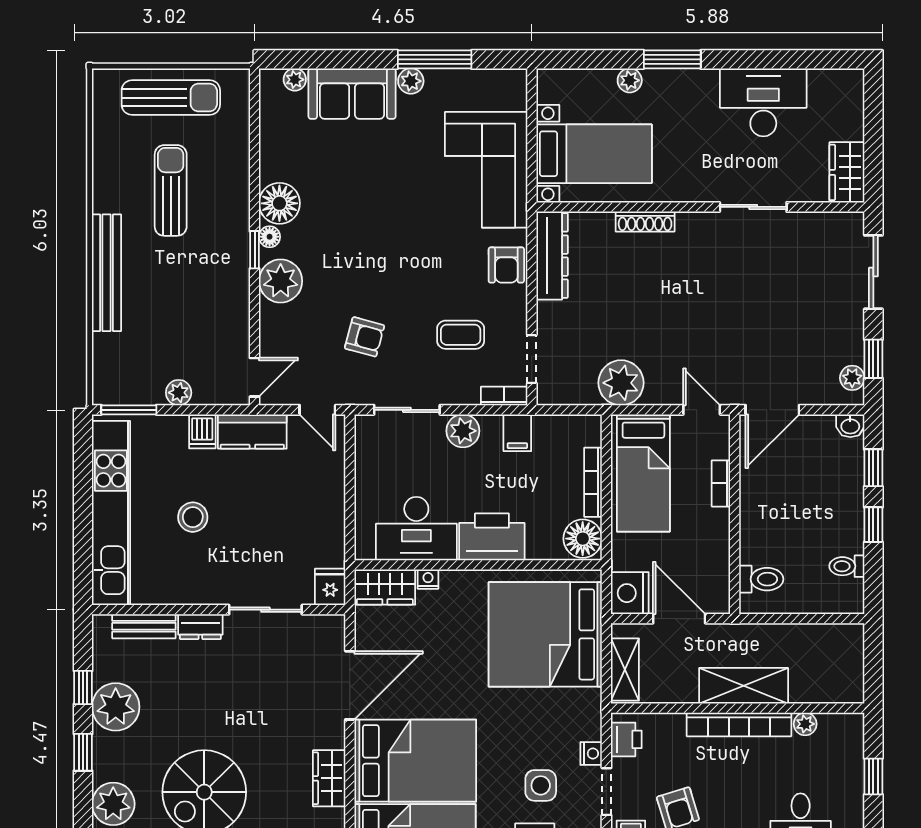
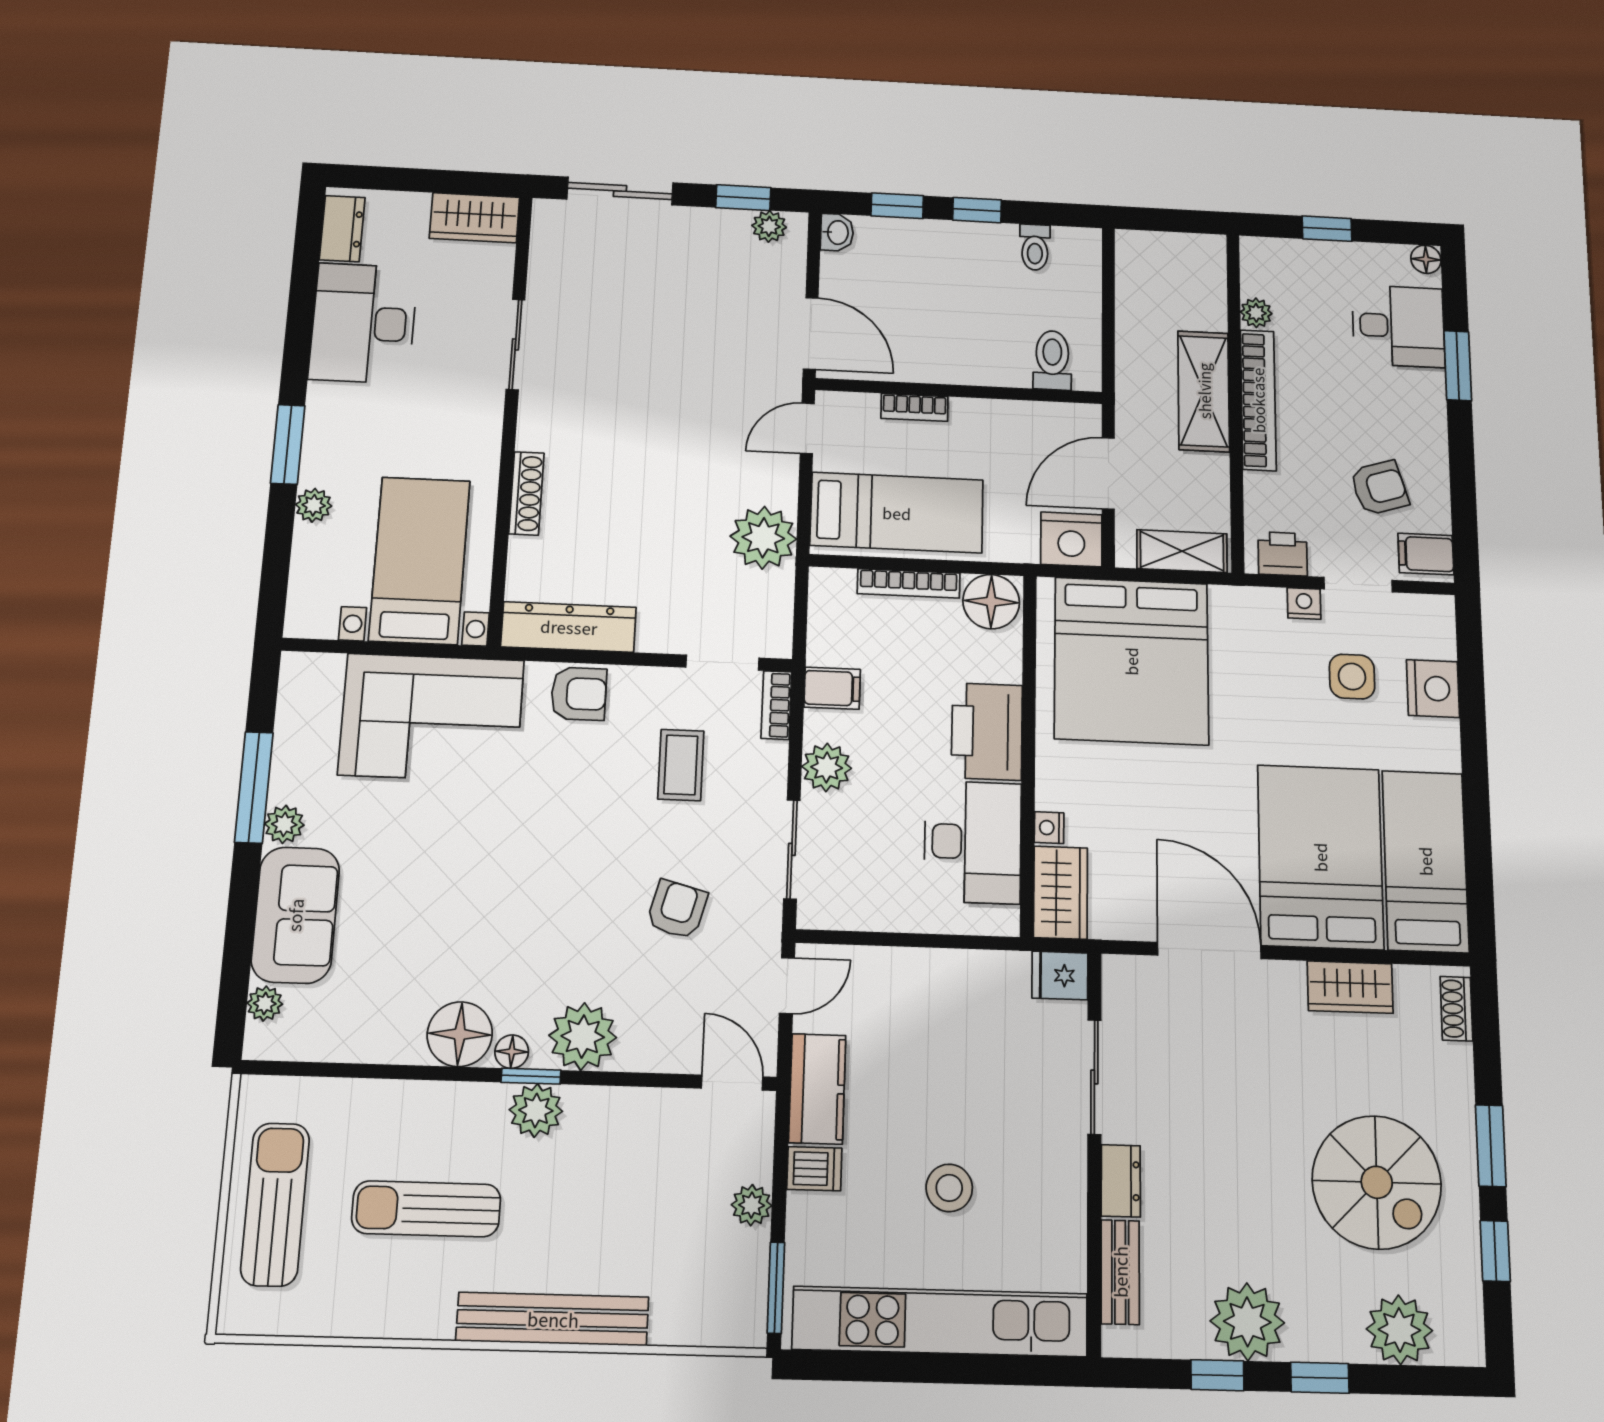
dresser: (833, 82) -> (342, 229), added
plant: (233, 254) -> (536, 1110), added

